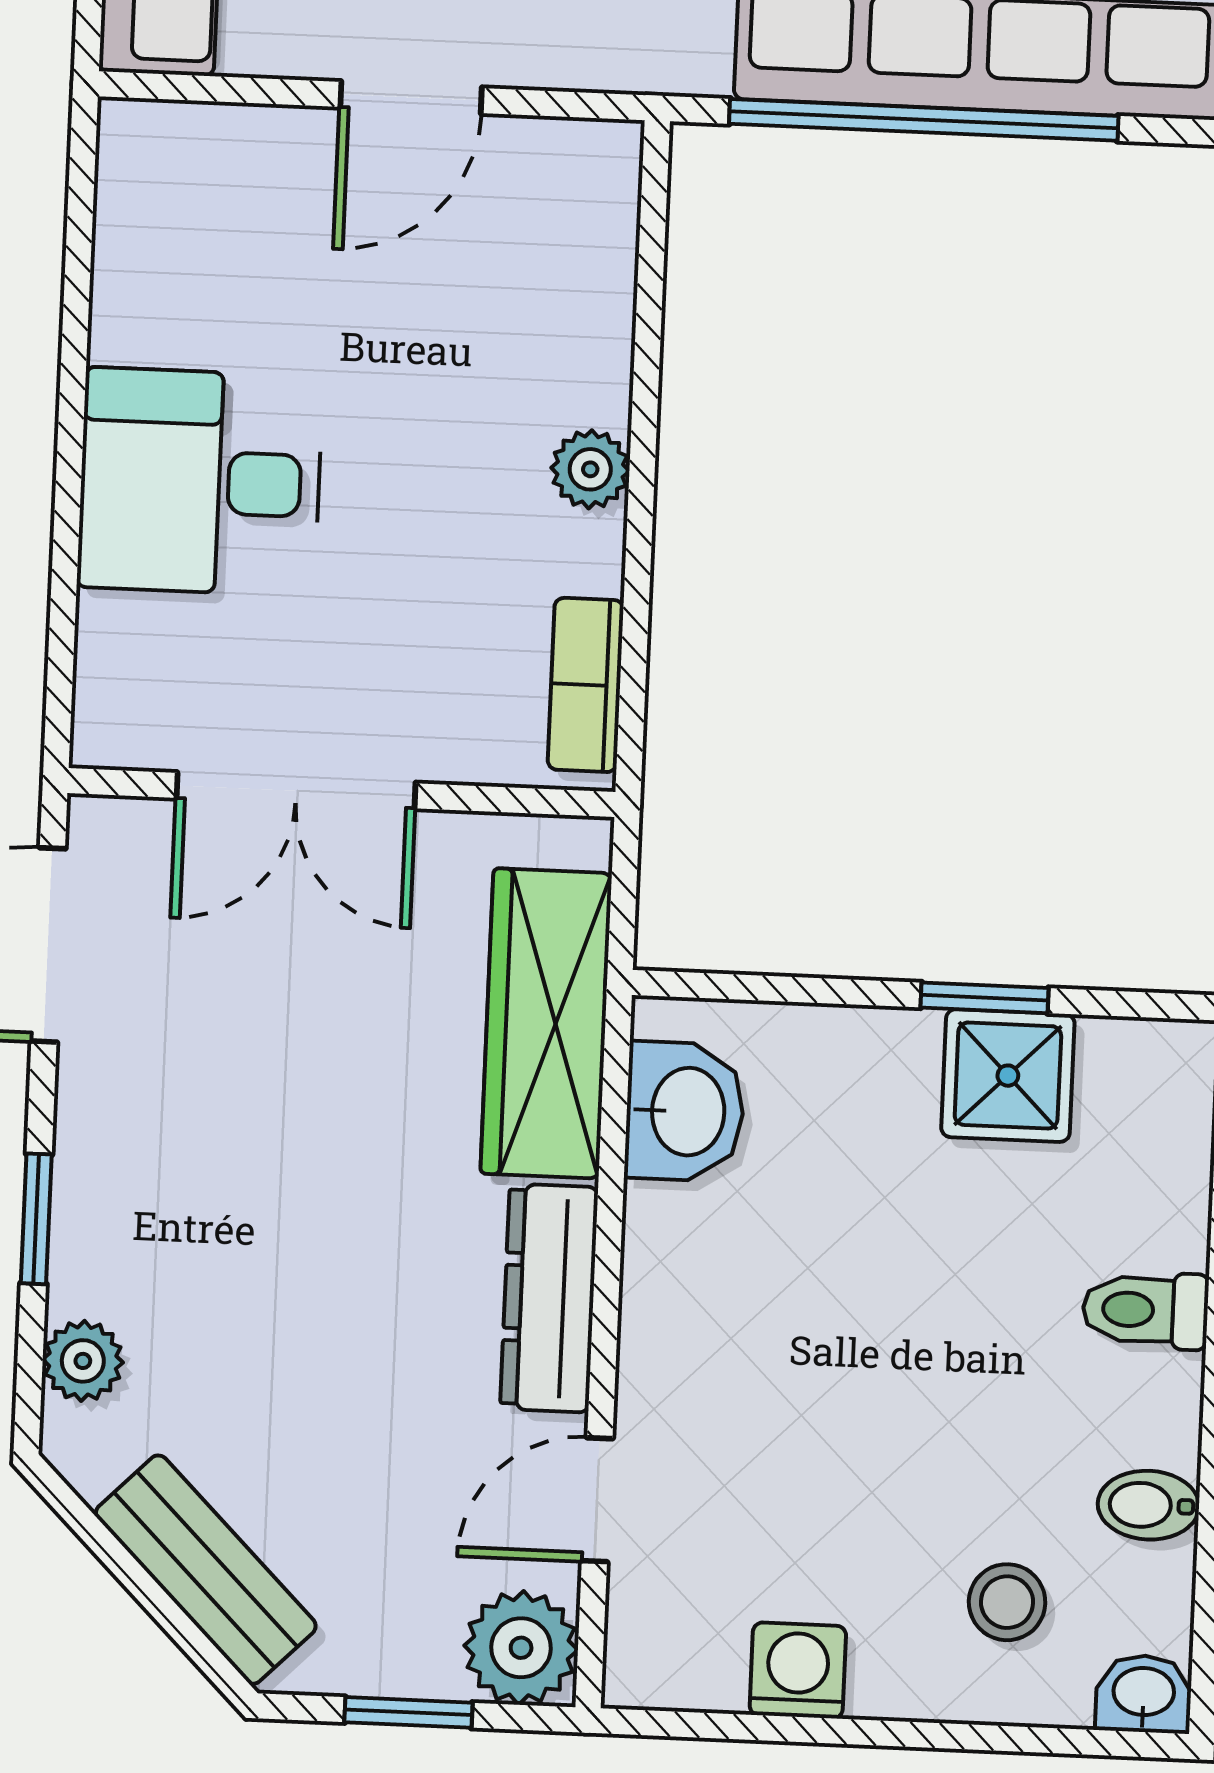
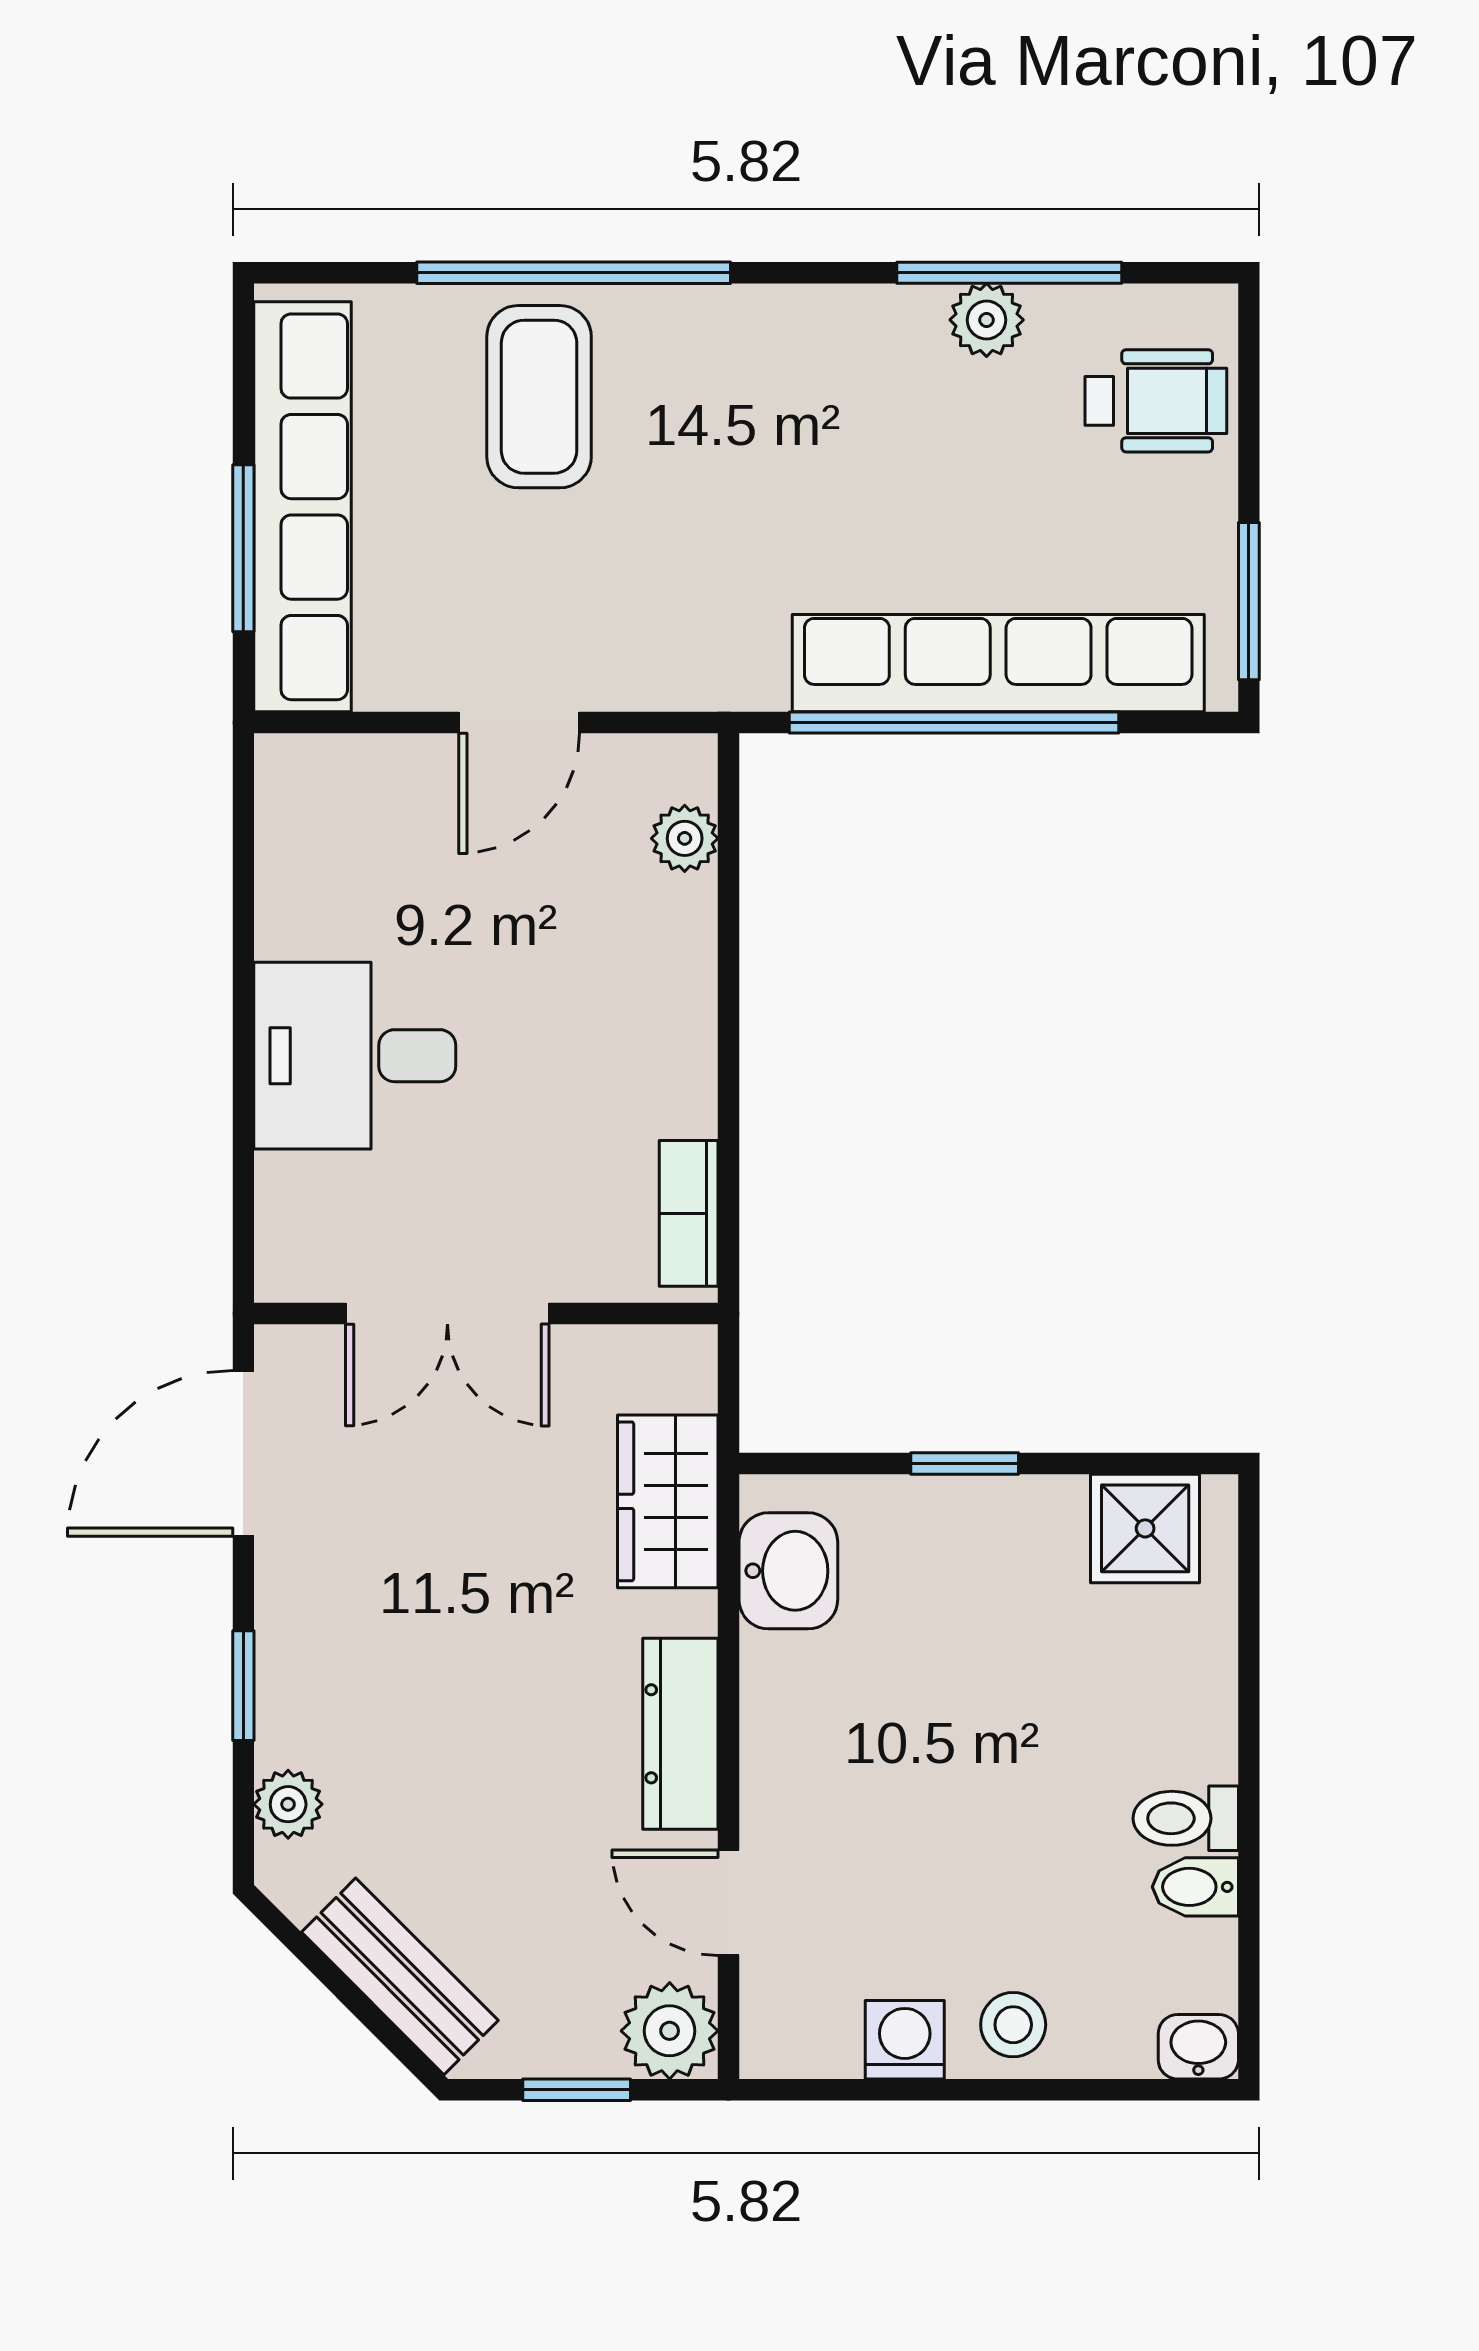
plant: (590, 469) -> (685, 838), moved
window: (984, 998) -> (965, 1463), moved
wardrobe: (546, 1023) -> (668, 1501), width x0.67
shower: (1008, 1076) -> (1145, 1528), moved
toilet: (1145, 1310) -> (1186, 1818), moved
door: (597, 1500) -> (728, 1903), hinge flipped
stool: (1007, 1602) -> (1013, 2025), moved

